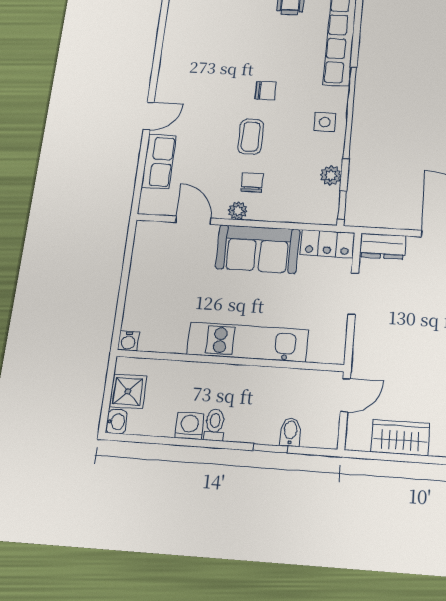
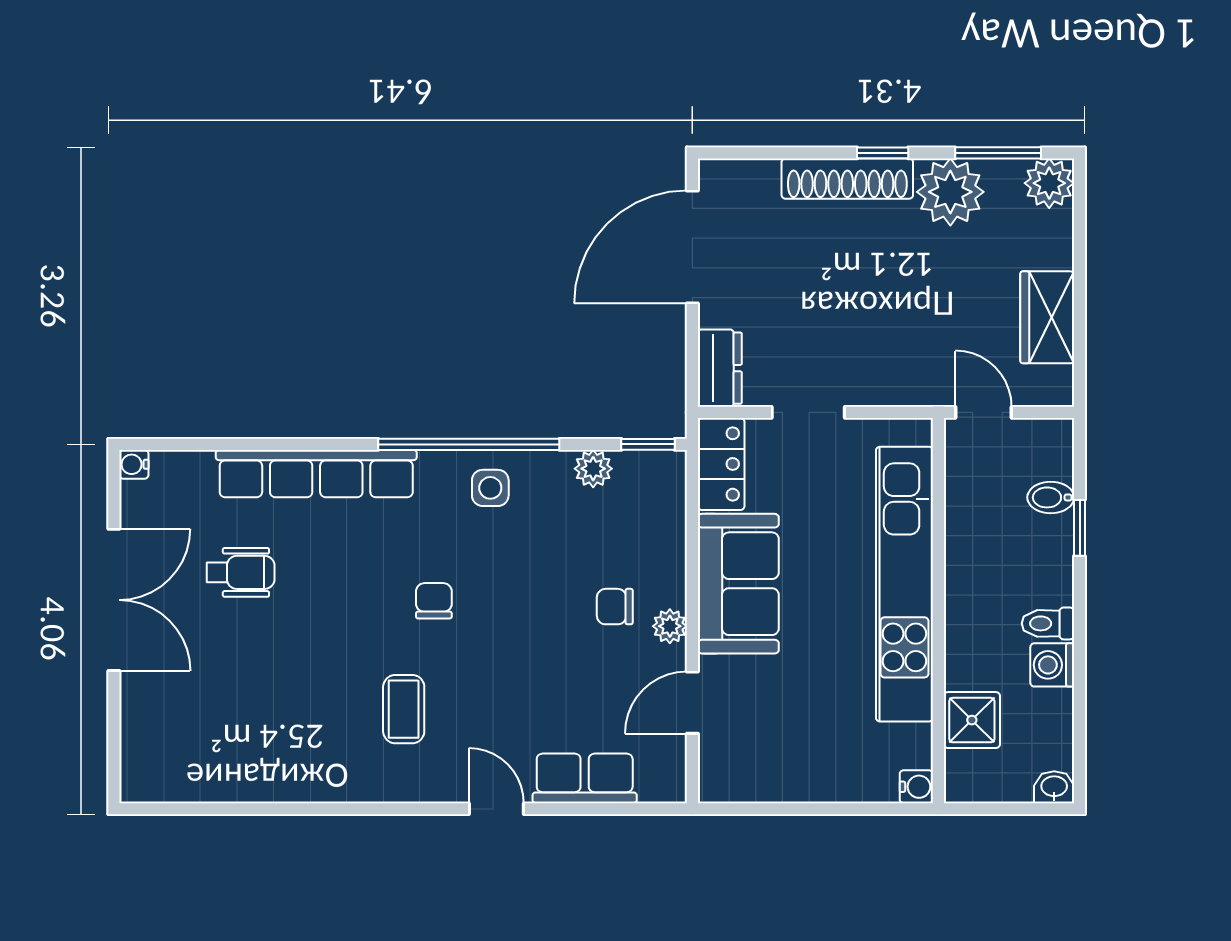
coffee table: (251, 137) -> (404, 709), moved, turned 90
kitchen unit: (247, 342) -> (904, 584), width x1.36
shower: (128, 391) -> (972, 720), moved

